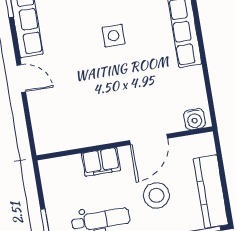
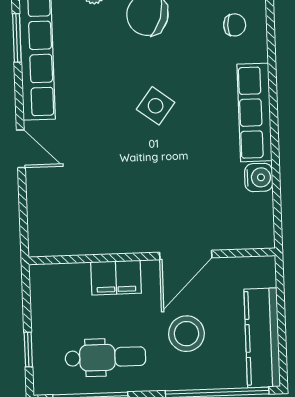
side table: (114, 36) -> (156, 106), turned 37
water cooler: (194, 119) -> (259, 177), moved, turned -90

